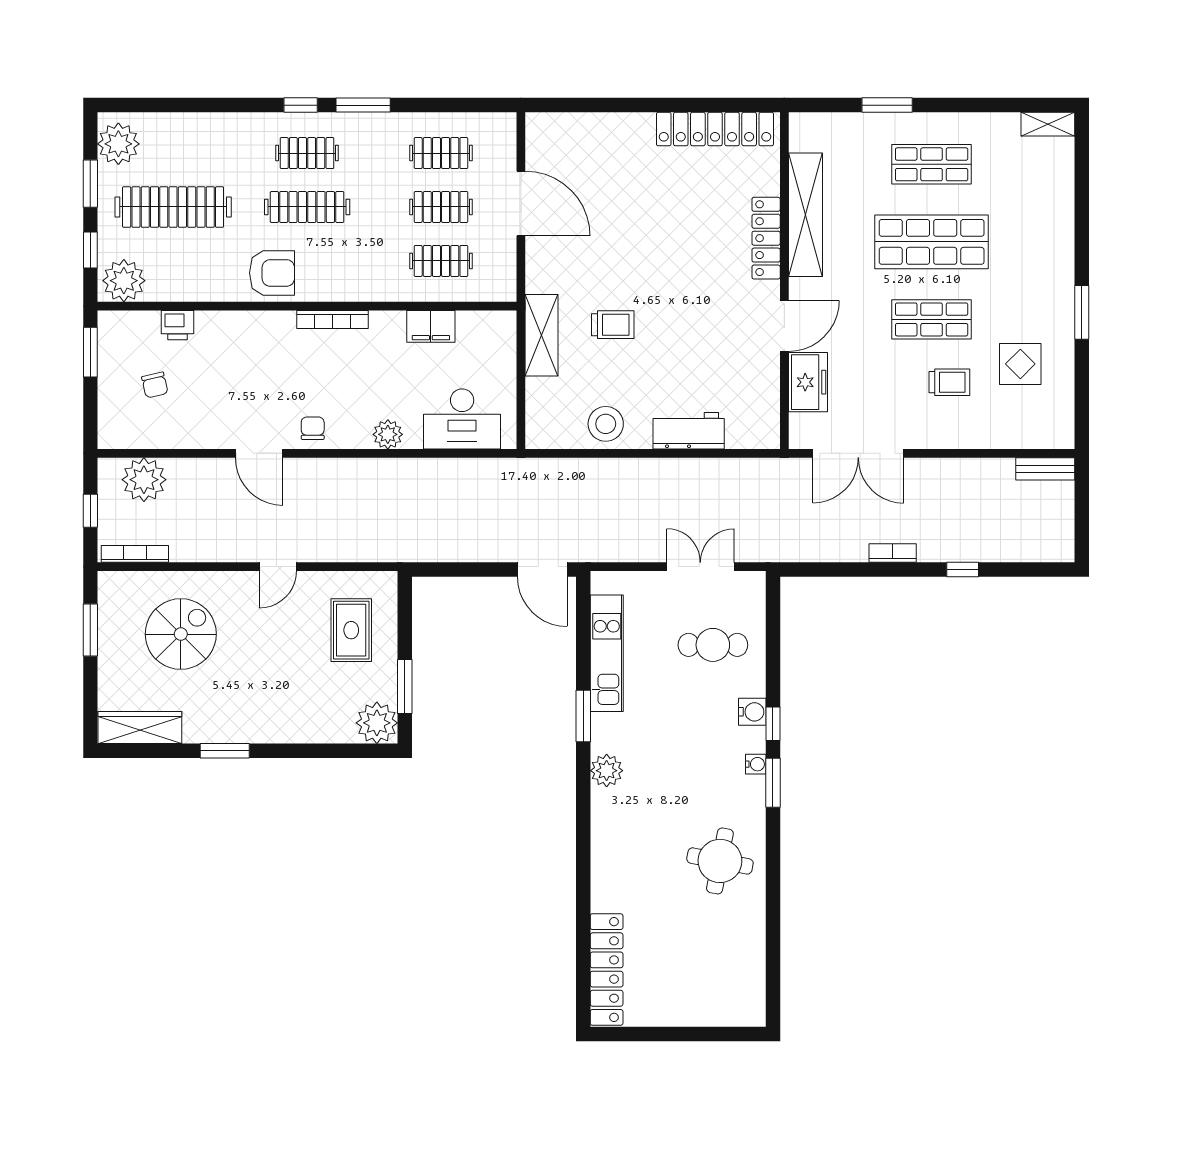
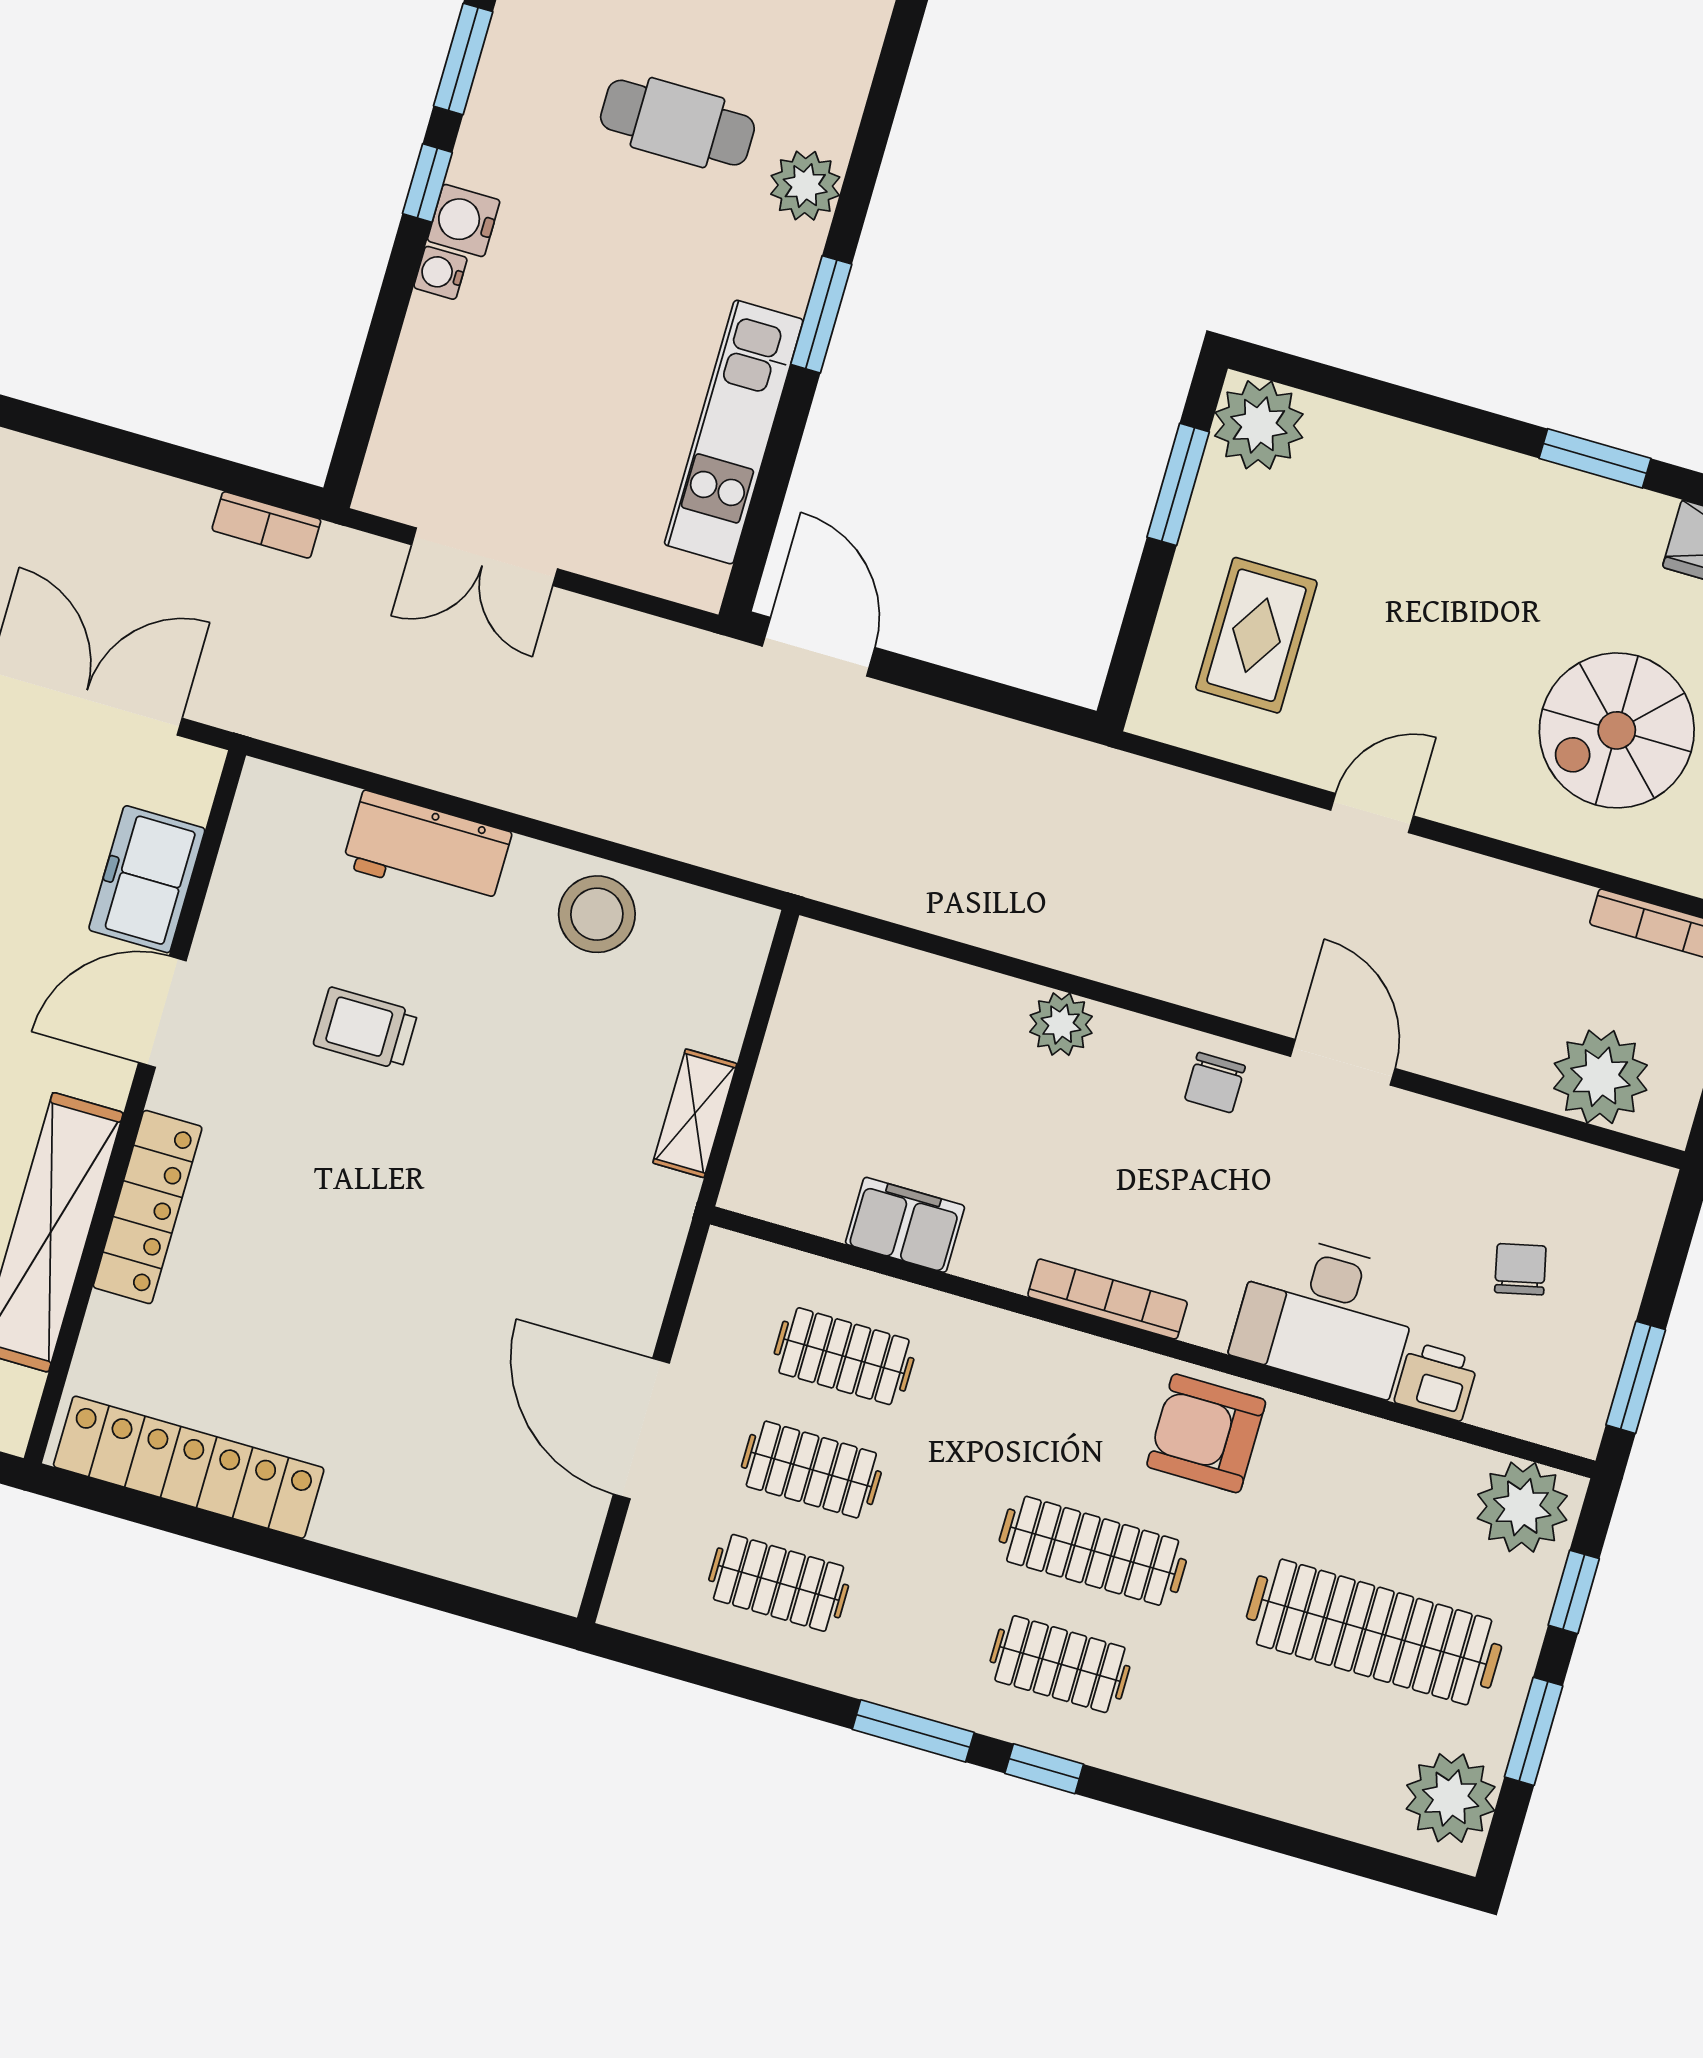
trolley: (613, 325) -> (365, 1028), moved
shelving: (541, 335) -> (695, 1113), width x0.67, depth x0.75
desk: (462, 419) -> (1326, 1314), moved, turned 180
bookcase: (893, 553) -> (266, 525), moved
cafe table: (713, 645) -> (677, 123), moved
water cooler: (756, 764) -> (440, 273), moved

